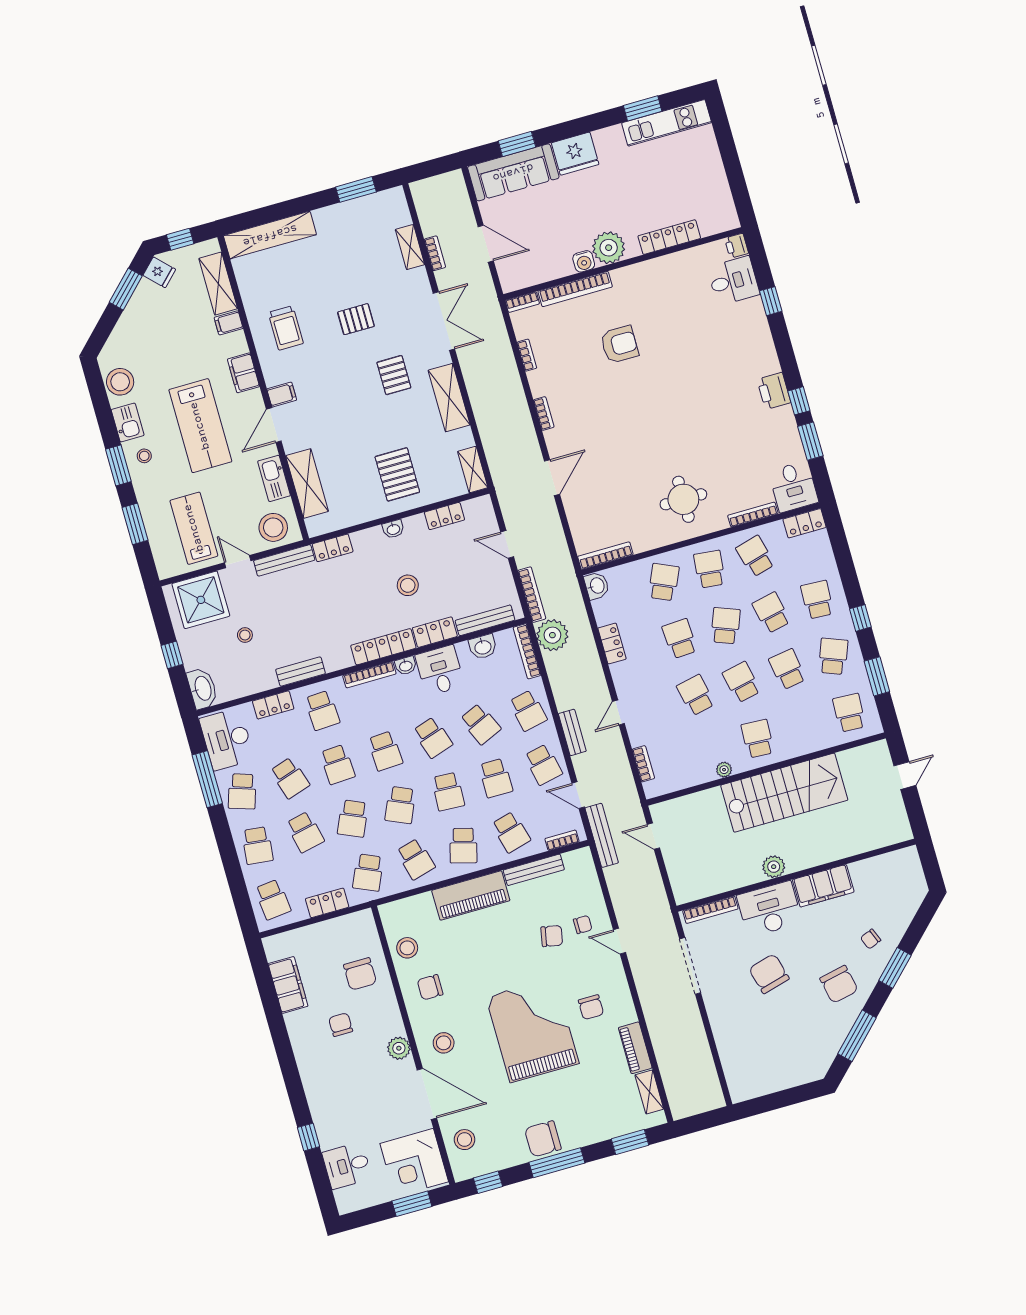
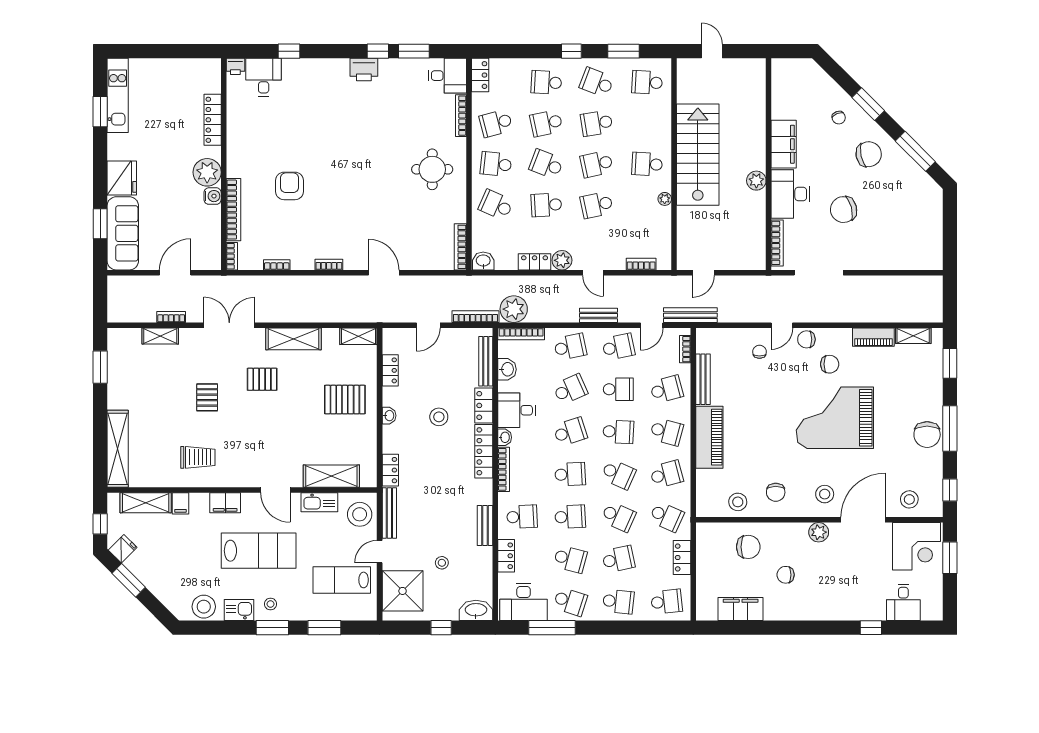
filing cabinet: (282, 395) -> (252, 476), removed
plant: (623, 674) -> (562, 260), added
school desk: (290, 778) -> (570, 559), turned 33
chair: (552, 936) -> (806, 339), moved, turned -101

